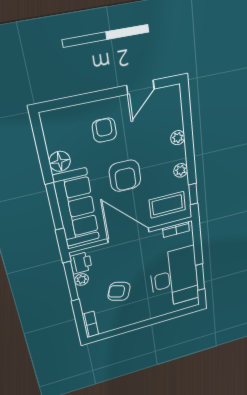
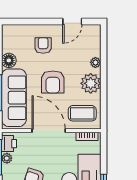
plant: (181, 170) -> (91, 83), width x1.88, depth x1.88
window: (193, 194) -> (104, 110), removed

